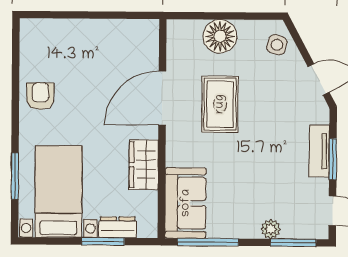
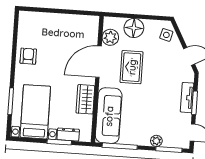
plant: (180, 55) -> (110, 37), added
sofa: (186, 203) -> (109, 116), width x1.36

